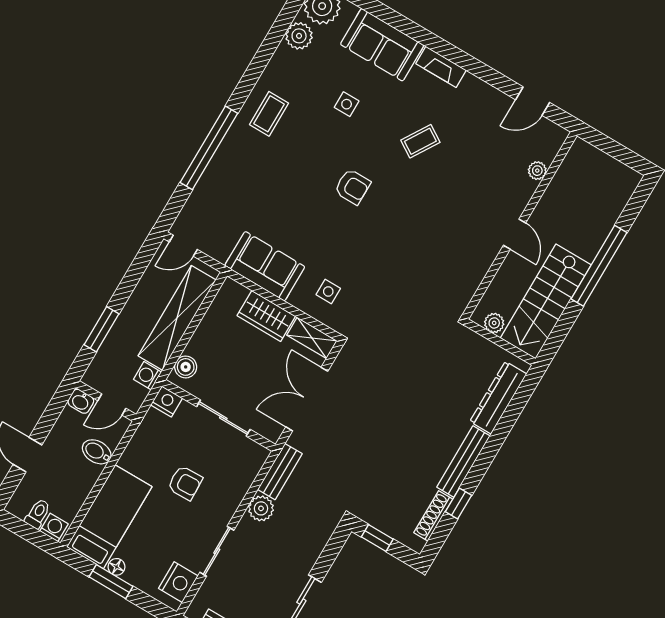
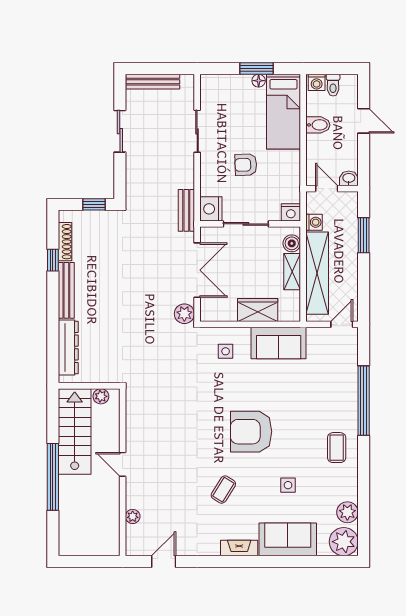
armchair: (352, 187) -> (251, 432), width x1.88, depth x1.88
shelving: (312, 338) -> (292, 272), moved, turned 90
door: (112, 404) -> (327, 189), hinge flipped
bidet: (97, 452) -> (318, 125), moved
plant: (261, 508) -> (184, 314), moved
nightstand: (178, 582) -> (211, 209), moved

